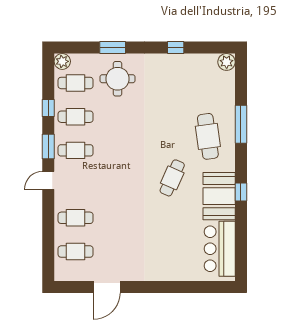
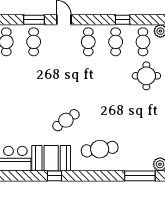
window: (241, 124) -> (140, 176), moved
window: (48, 146) -> (34, 20), moved
cafe table: (172, 178) -> (66, 120), turned -59

